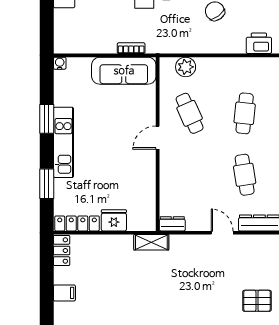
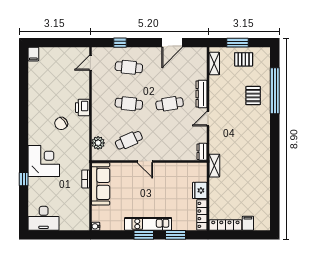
printer: (259, 43) -> (82, 108), moved
window: (47, 119) -> (144, 235), moved
locker: (62, 251) -> (225, 225), width x1.53

